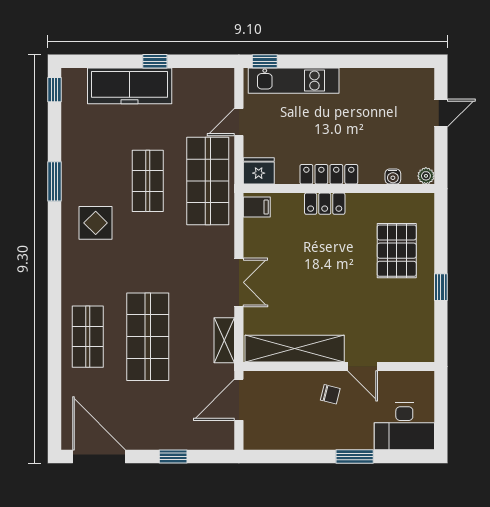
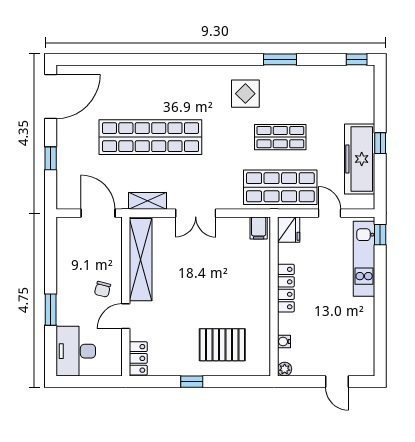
freezer: (130, 86) -> (360, 159), moved
locker: (325, 204) -> (138, 358), moved, turned 180
shop shelf: (88, 337) -> (150, 87), removed
shop shelf: (148, 337) -> (150, 137), width x1.40

